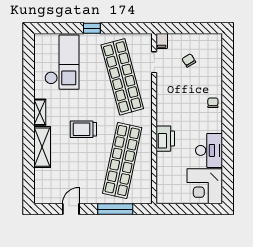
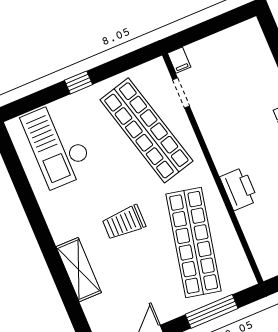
chair: (189, 60) -> (226, 71), removed
checkout: (62, 62) -> (57, 145), turned 180
shelving: (40, 112) -> (56, 224), removed

